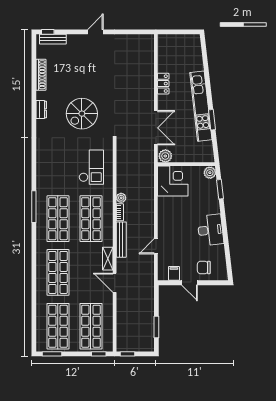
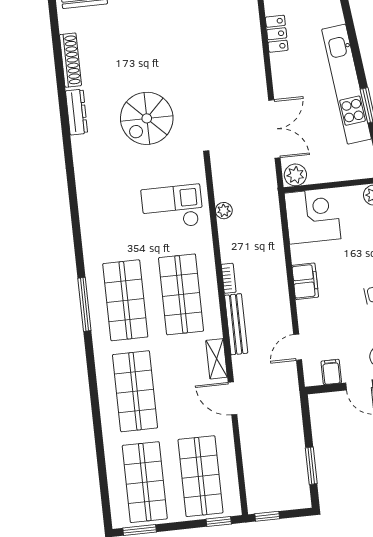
locker: (163, 84) -> (277, 34), moved
dresser: (41, 110) -> (77, 112), width x1.44
checkout: (91, 167) -> (172, 207), turned -90
plant: (121, 198) -> (224, 211), moved
window: (34, 207) -> (84, 304), moved
filing cabinet: (164, 219) -> (305, 281), added
door: (156, 246) -> (298, 347), moved

